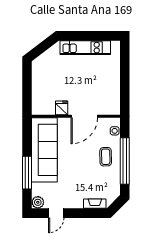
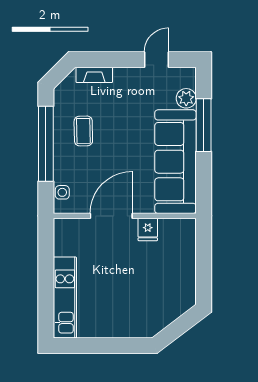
kitchen unit: (85, 48) -> (65, 298), moved, turned 90
coffee table: (106, 157) -> (83, 131), moved
plant: (38, 202) -> (186, 98), moved

